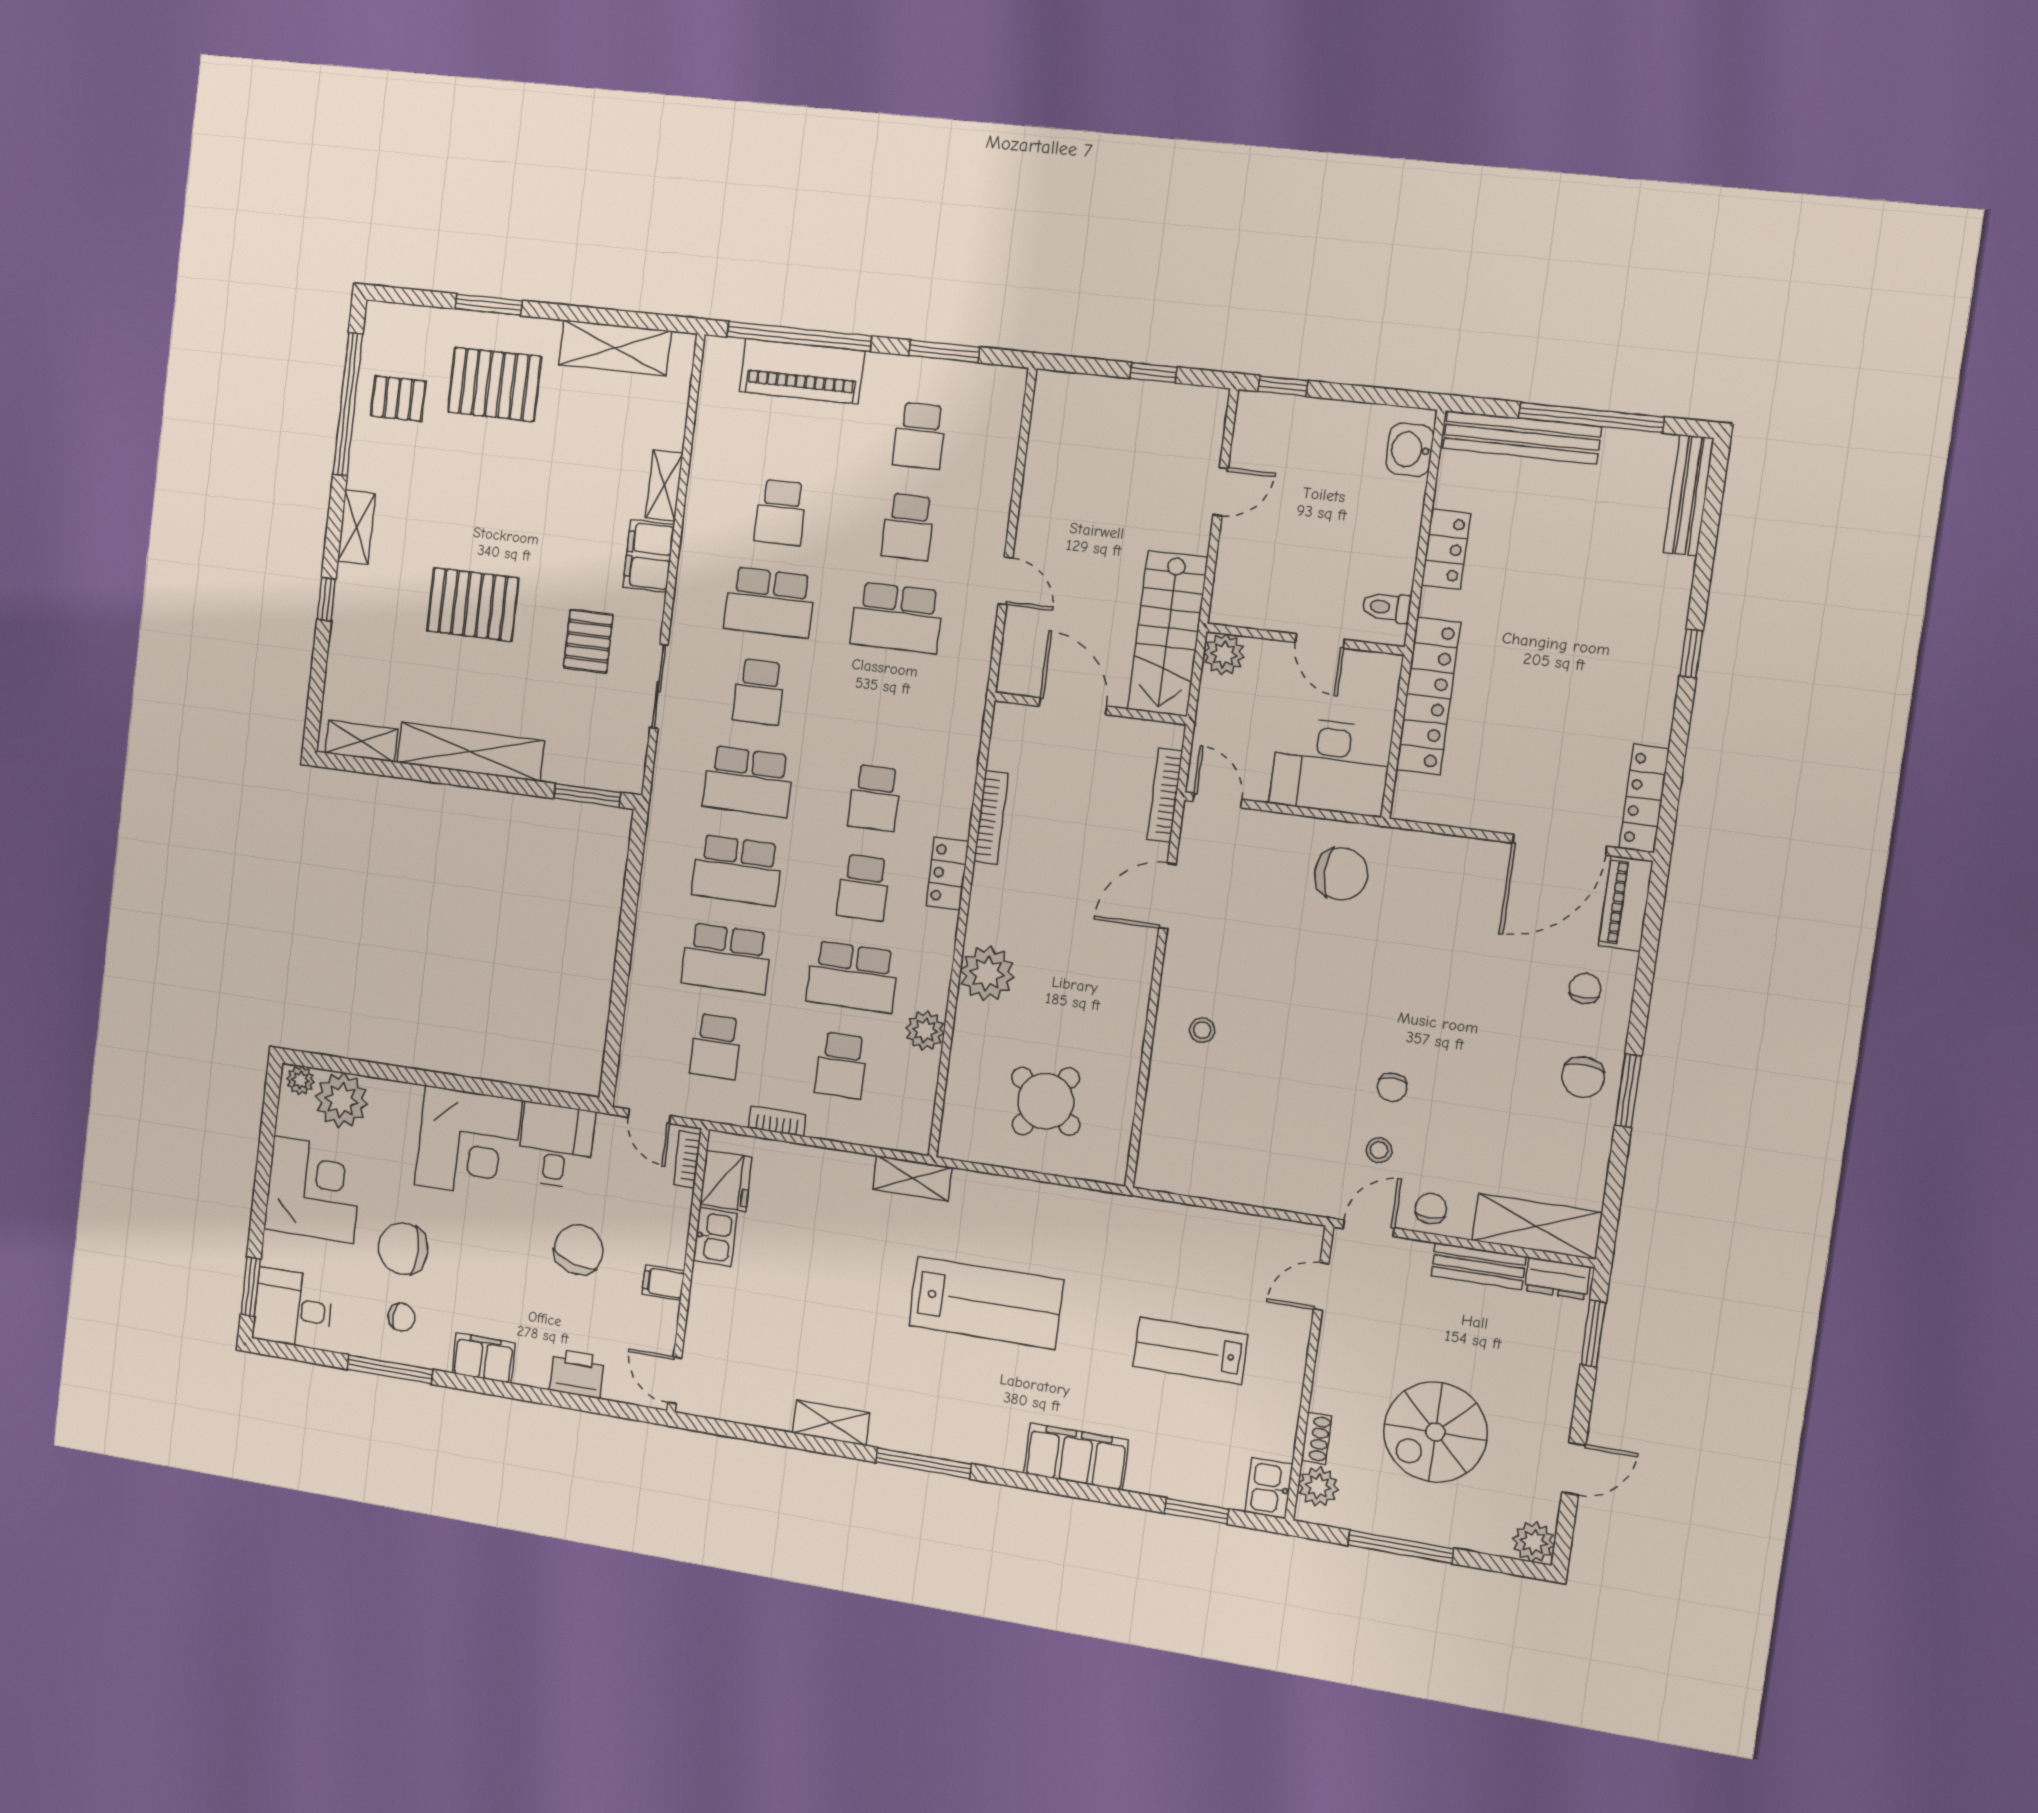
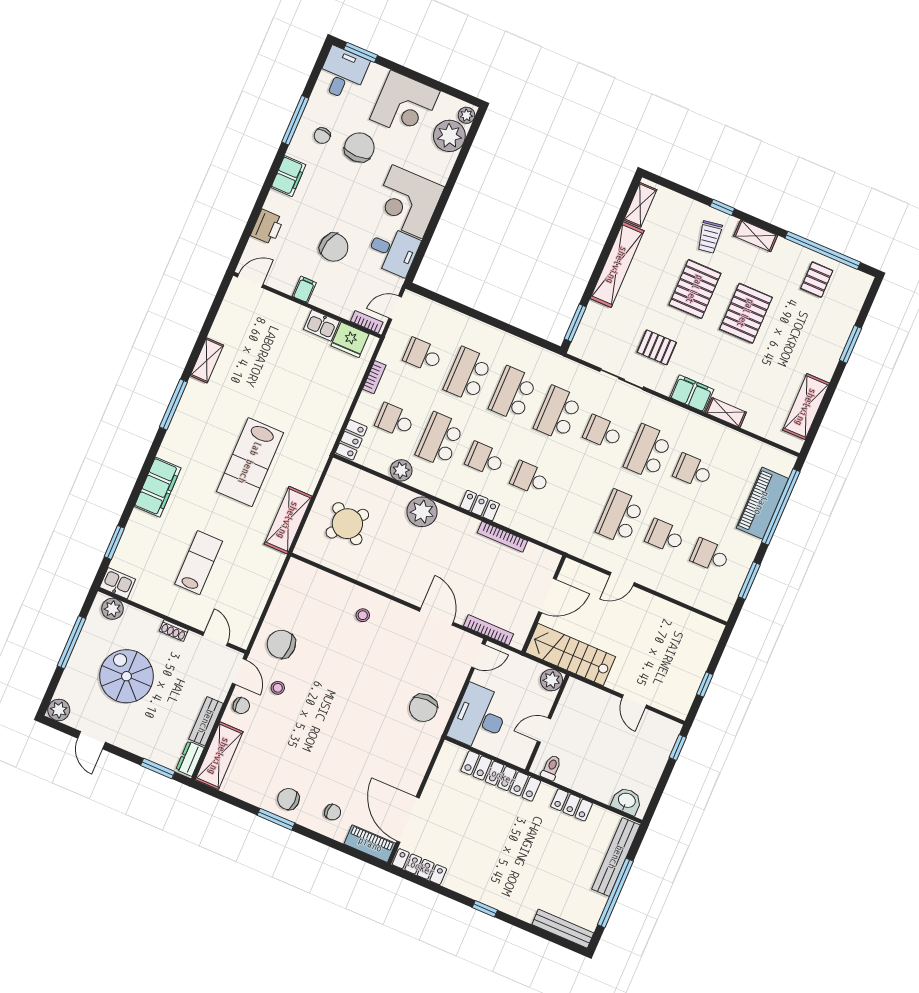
pallet: (494, 384) -> (746, 313), moved
trolley: (381, 606) -> (710, 237), added
chair: (1392, 1087) -> (281, 644), moved, width x1.87, depth x1.87
locker: (896, 1133) -> (351, 440), added
shelving: (912, 1178) -> (288, 520), moved, width x1.50, depth x1.33
shoe rack: (1317, 1438) -> (174, 630), moved

